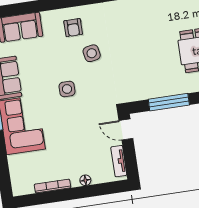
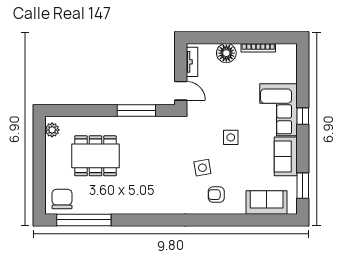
armchair: (73, 28) -> (216, 195), turned -90
floor lamp: (85, 180) -> (226, 53), width x1.89, depth x1.89

